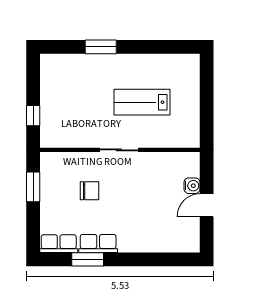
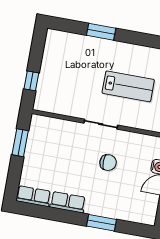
lab bench: (142, 102) -> (128, 86), turned 180
chair: (89, 191) -> (108, 163), moved
window: (88, 259) -> (101, 223), moved

